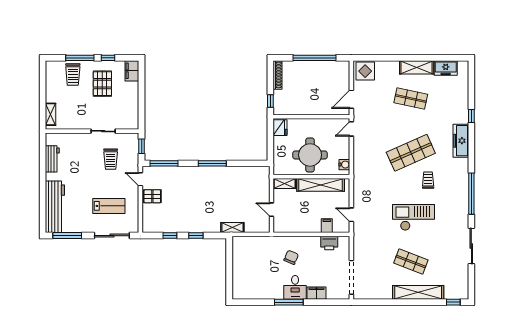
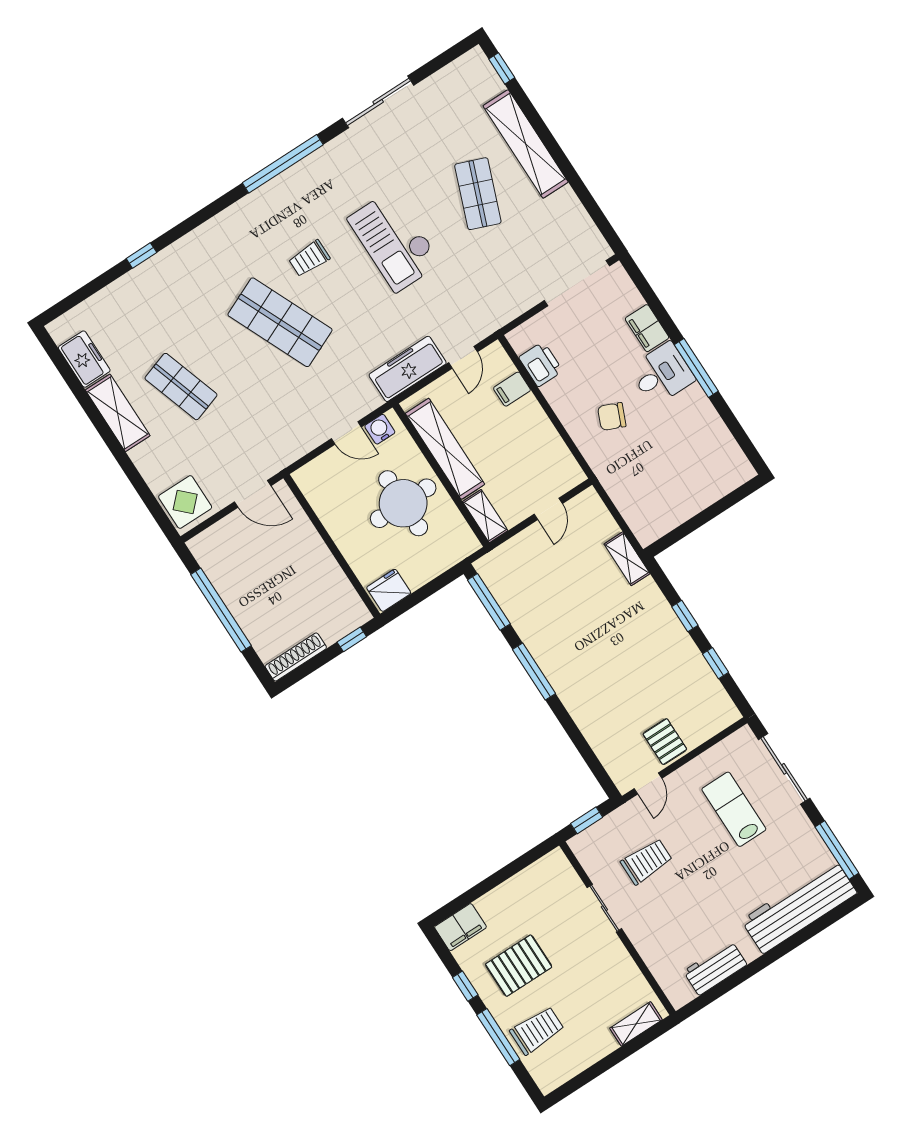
shop shelf: (411, 98) -> (181, 387), turned -30
door: (351, 129) -> (346, 433), moved
freezer: (461, 141) -> (408, 369), moved, turned 180
window: (164, 163) -> (489, 602), moved

